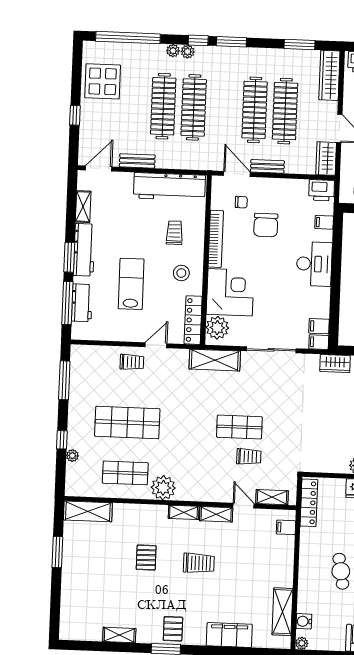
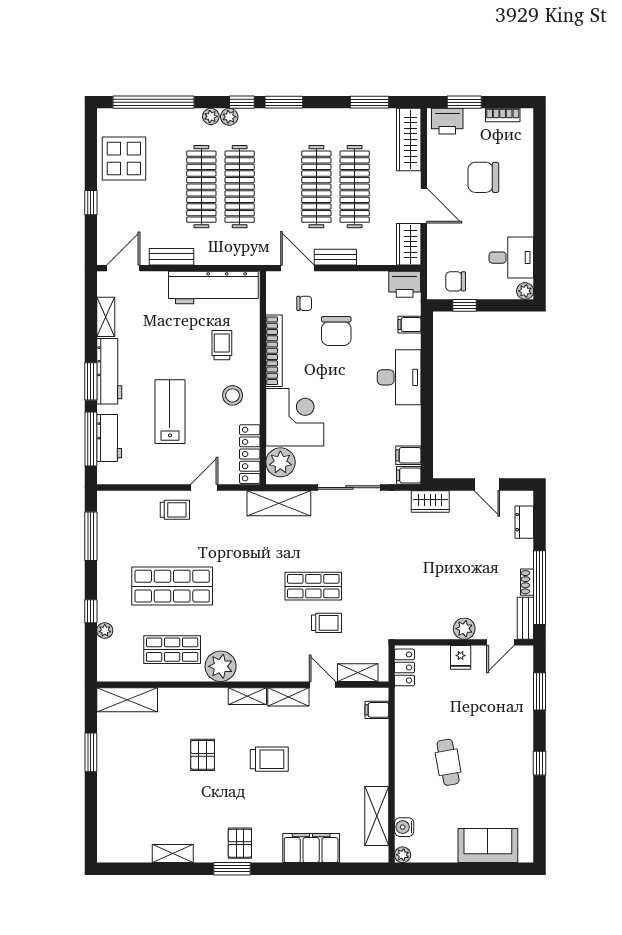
locker: (309, 503) -> (404, 667), width x0.66

